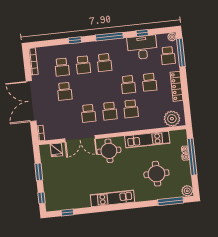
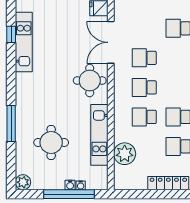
plant: (172, 119) -> (125, 154), moved
kitchen unit: (112, 198) -> (24, 42), moved
window: (171, 201) -> (11, 124), moved
window: (67, 212) -> (11, 34), moved

